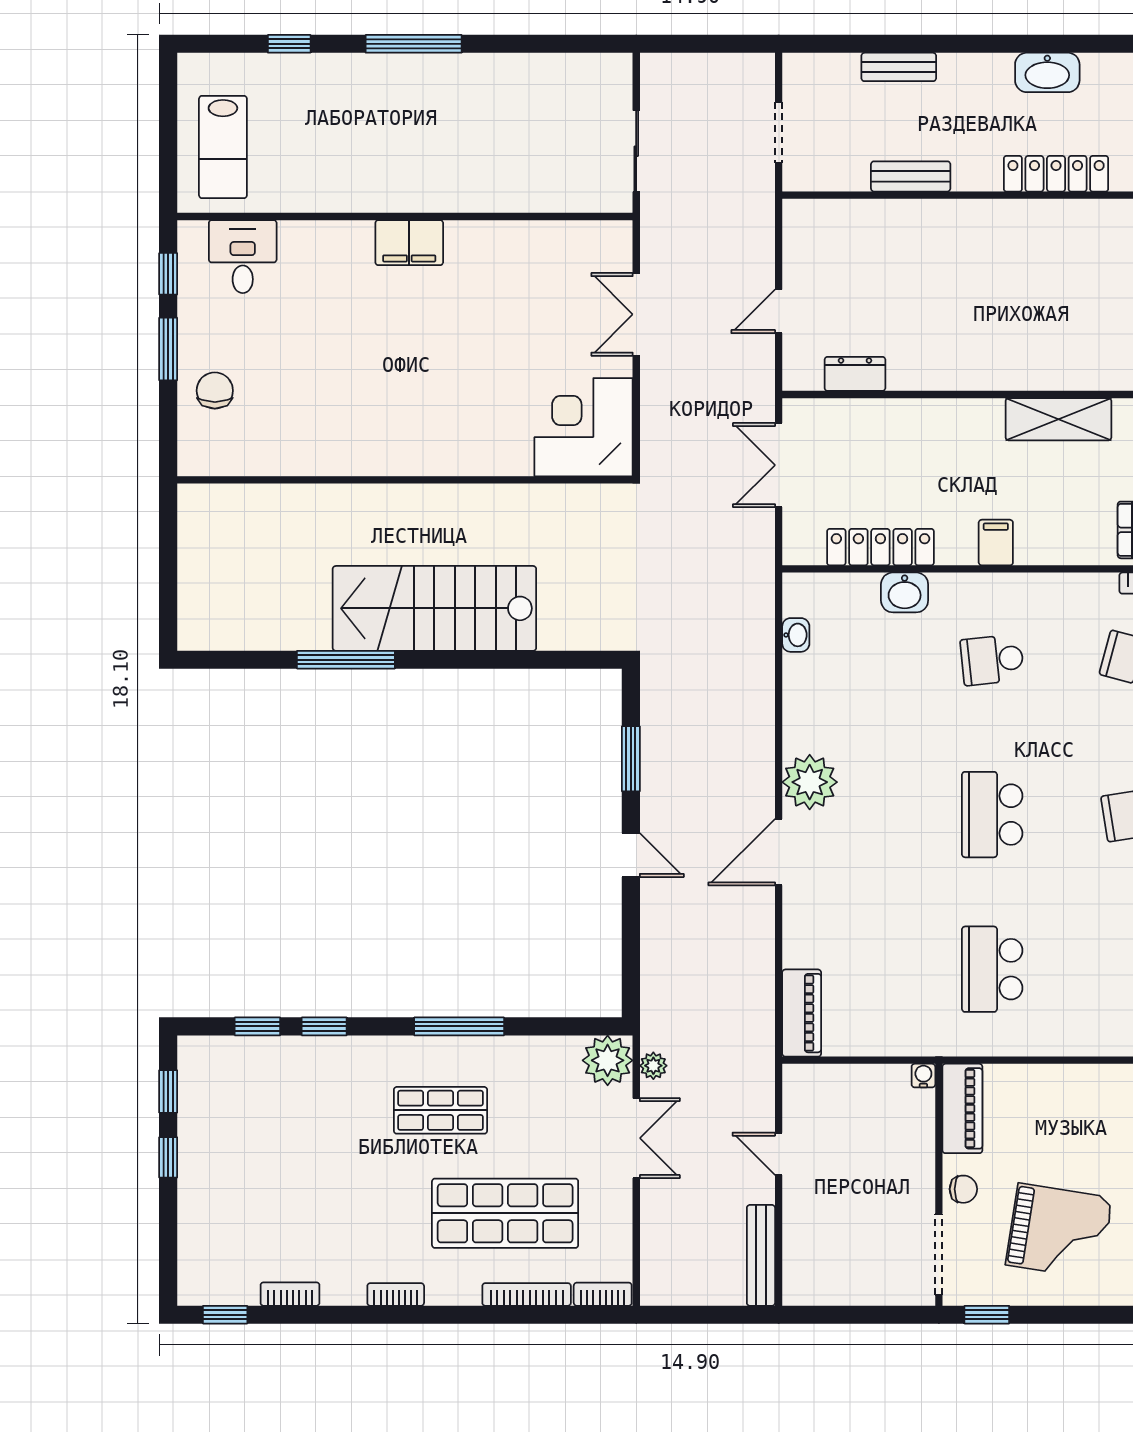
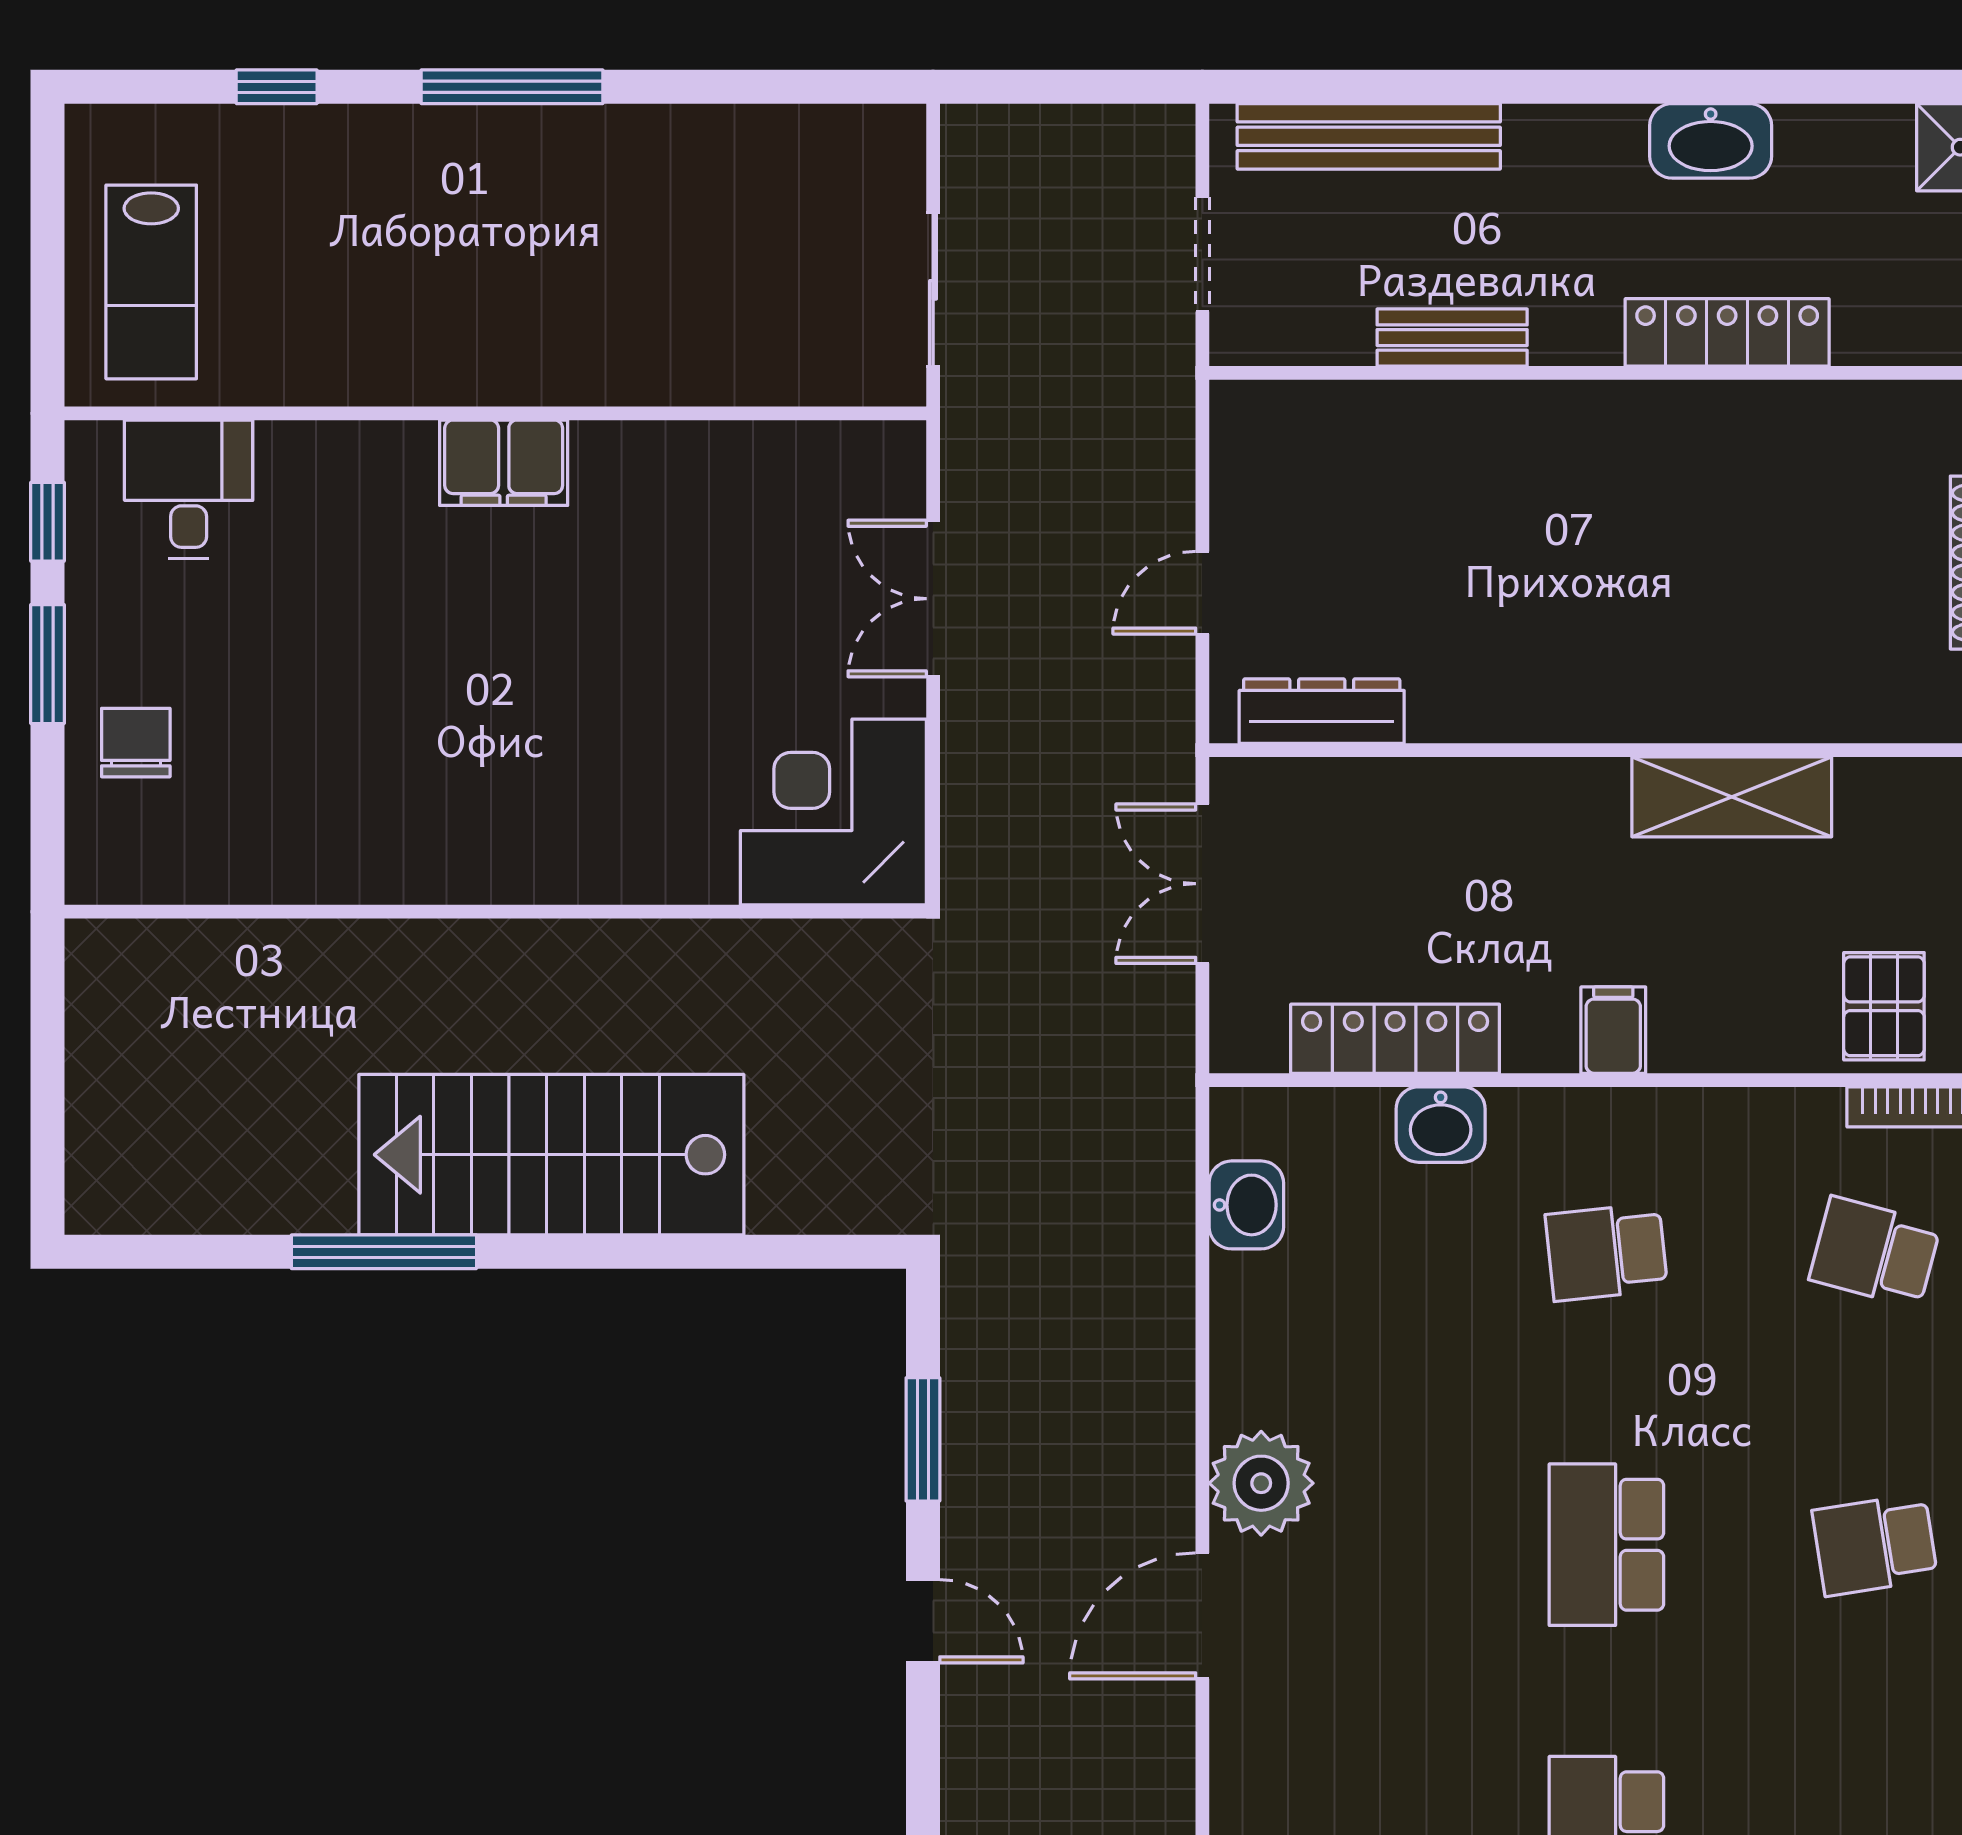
bench: (899, 67) -> (1369, 136), width x1.86, depth x1.21
dresser: (855, 374) -> (1322, 711), width x1.44
washbasin: (796, 635) -> (1246, 1205), width x1.38, depth x1.45

